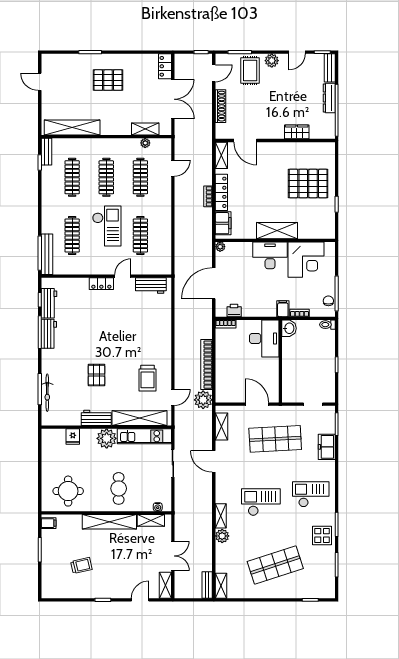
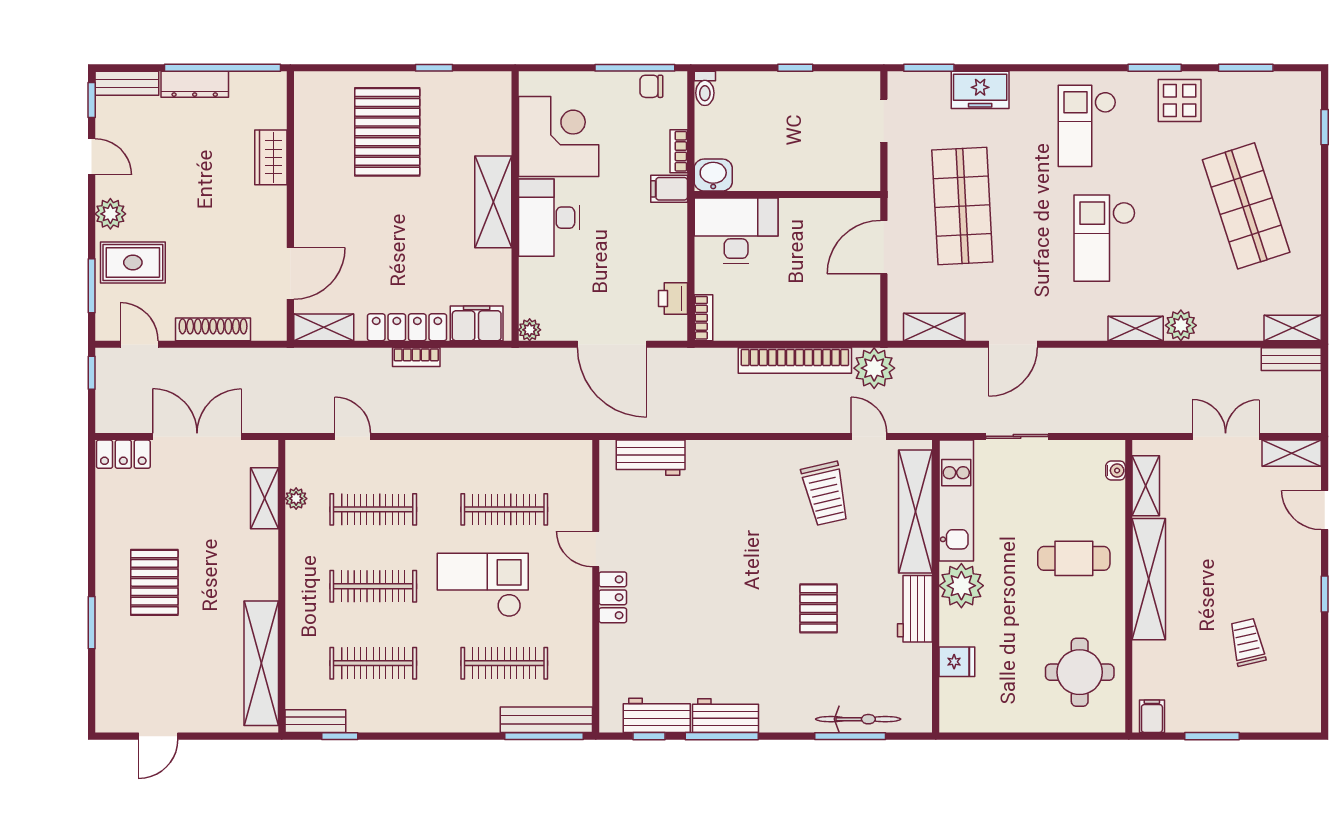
workbench: (151, 286) -> (651, 458), moved, turned 90
pallet: (96, 375) -> (819, 608), turned 90
trolley: (147, 378) -> (825, 494), turned 77

